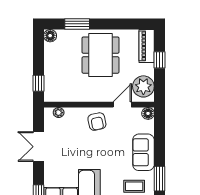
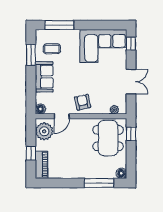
window: (77, 24) -> (99, 183), width x1.44
dining table: (100, 55) -> (108, 138), moved

